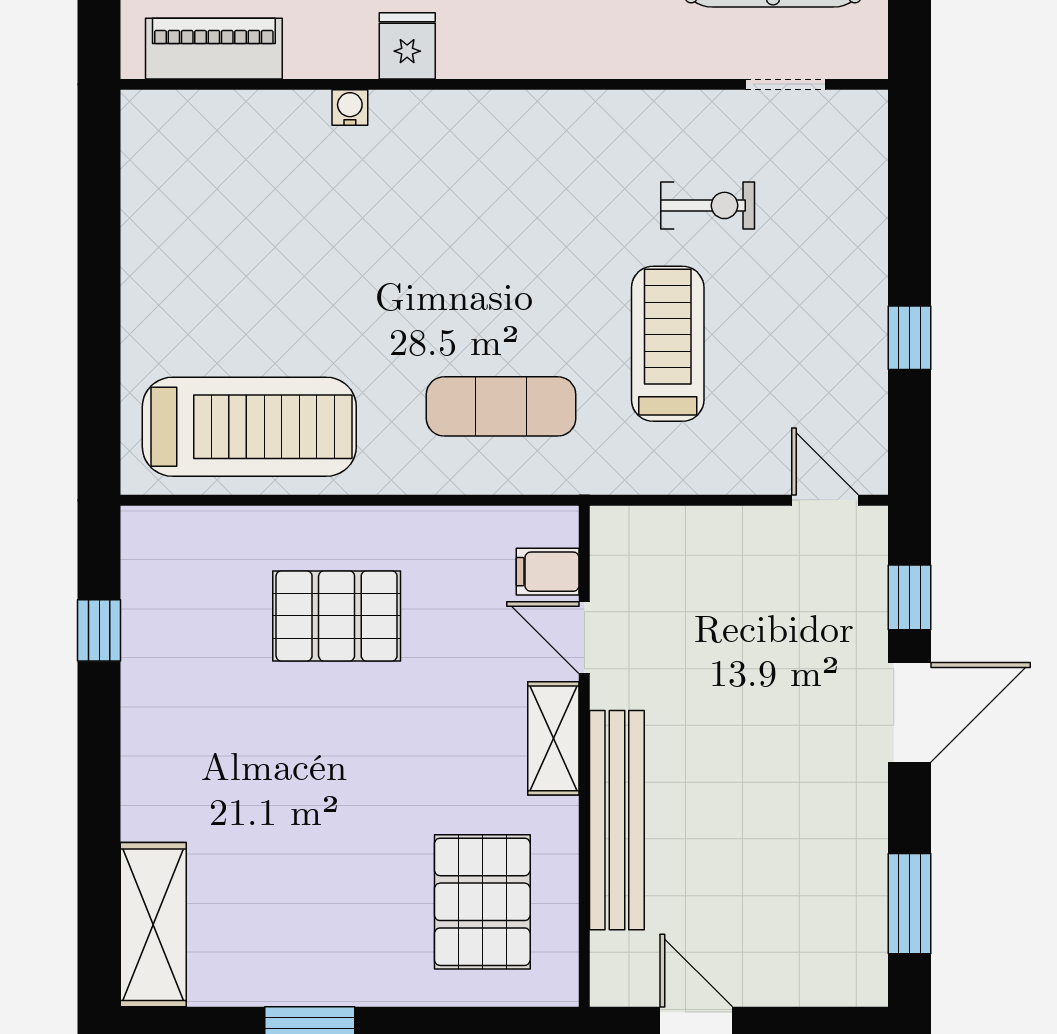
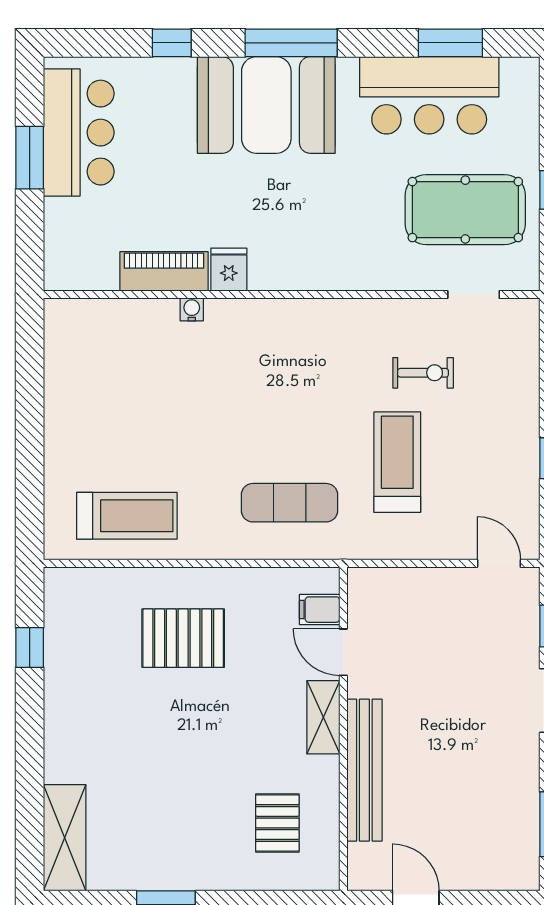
piano: (214, 49) -> (164, 271), moved
treadmill: (249, 427) -> (127, 516), width x0.73, depth x0.73
pallet: (482, 902) -> (277, 823), width x0.67, depth x0.71

